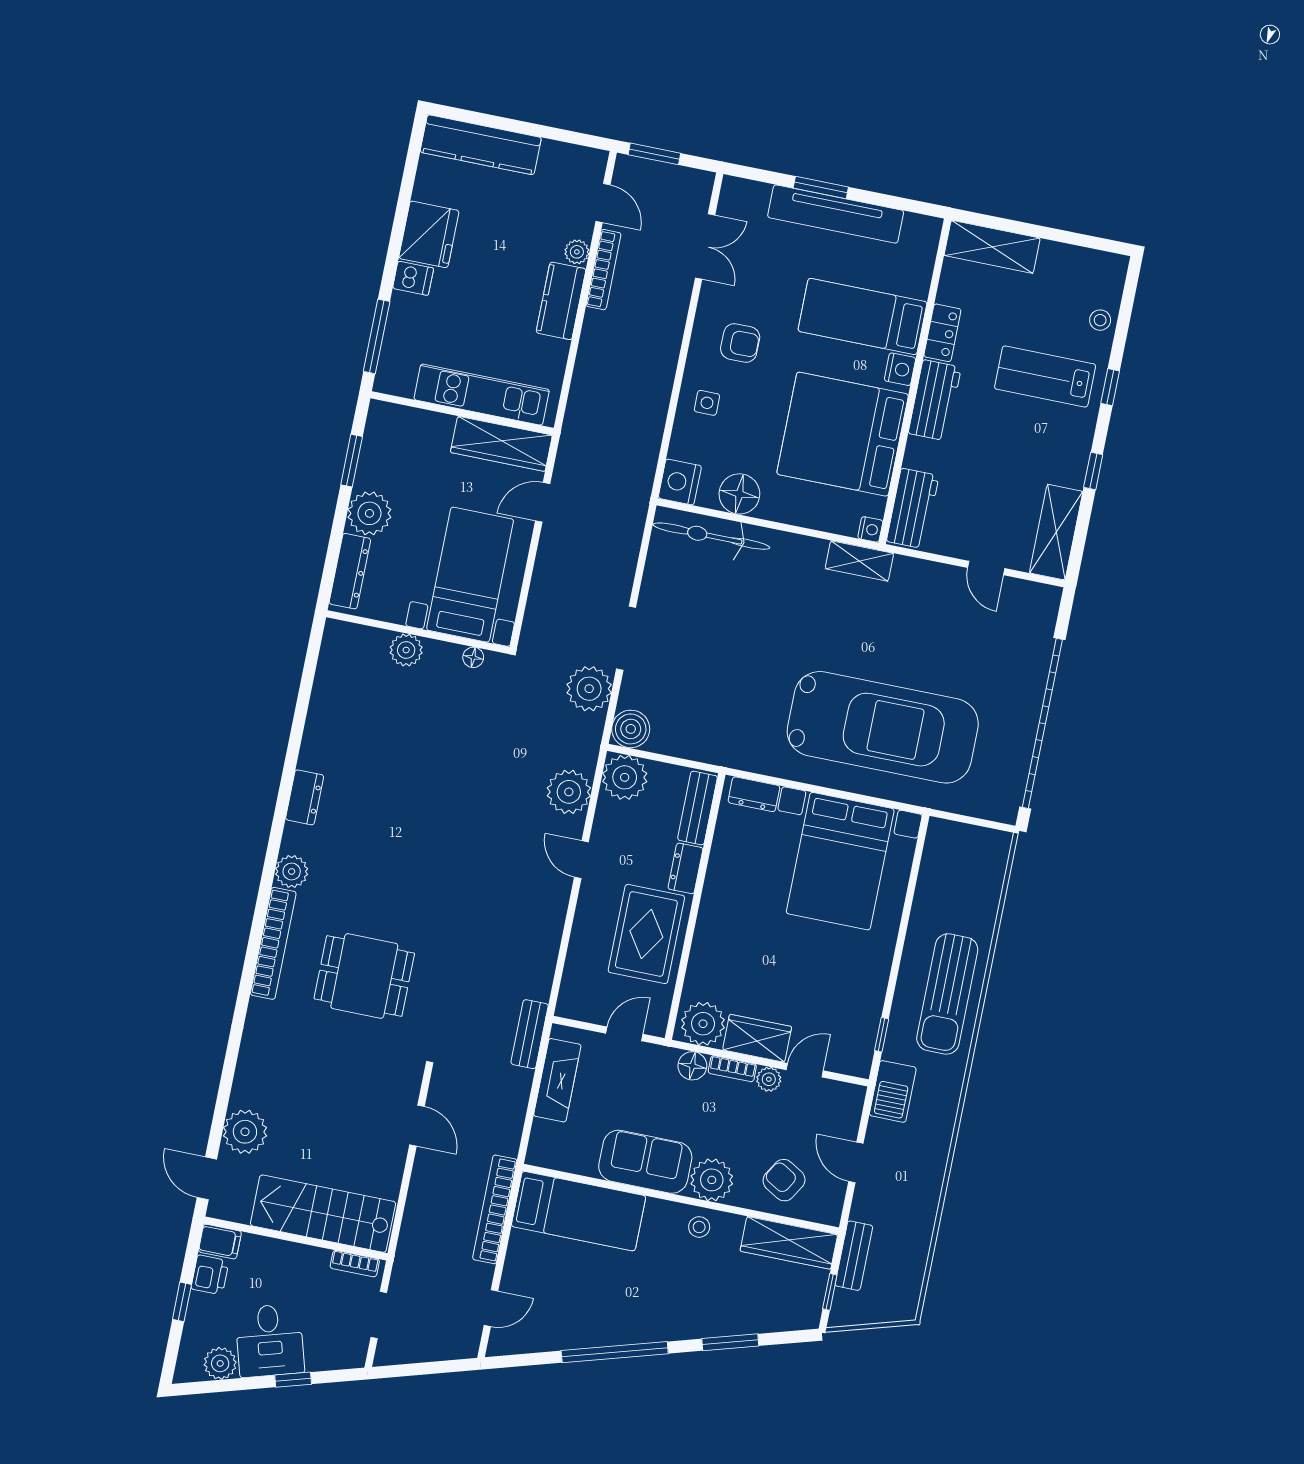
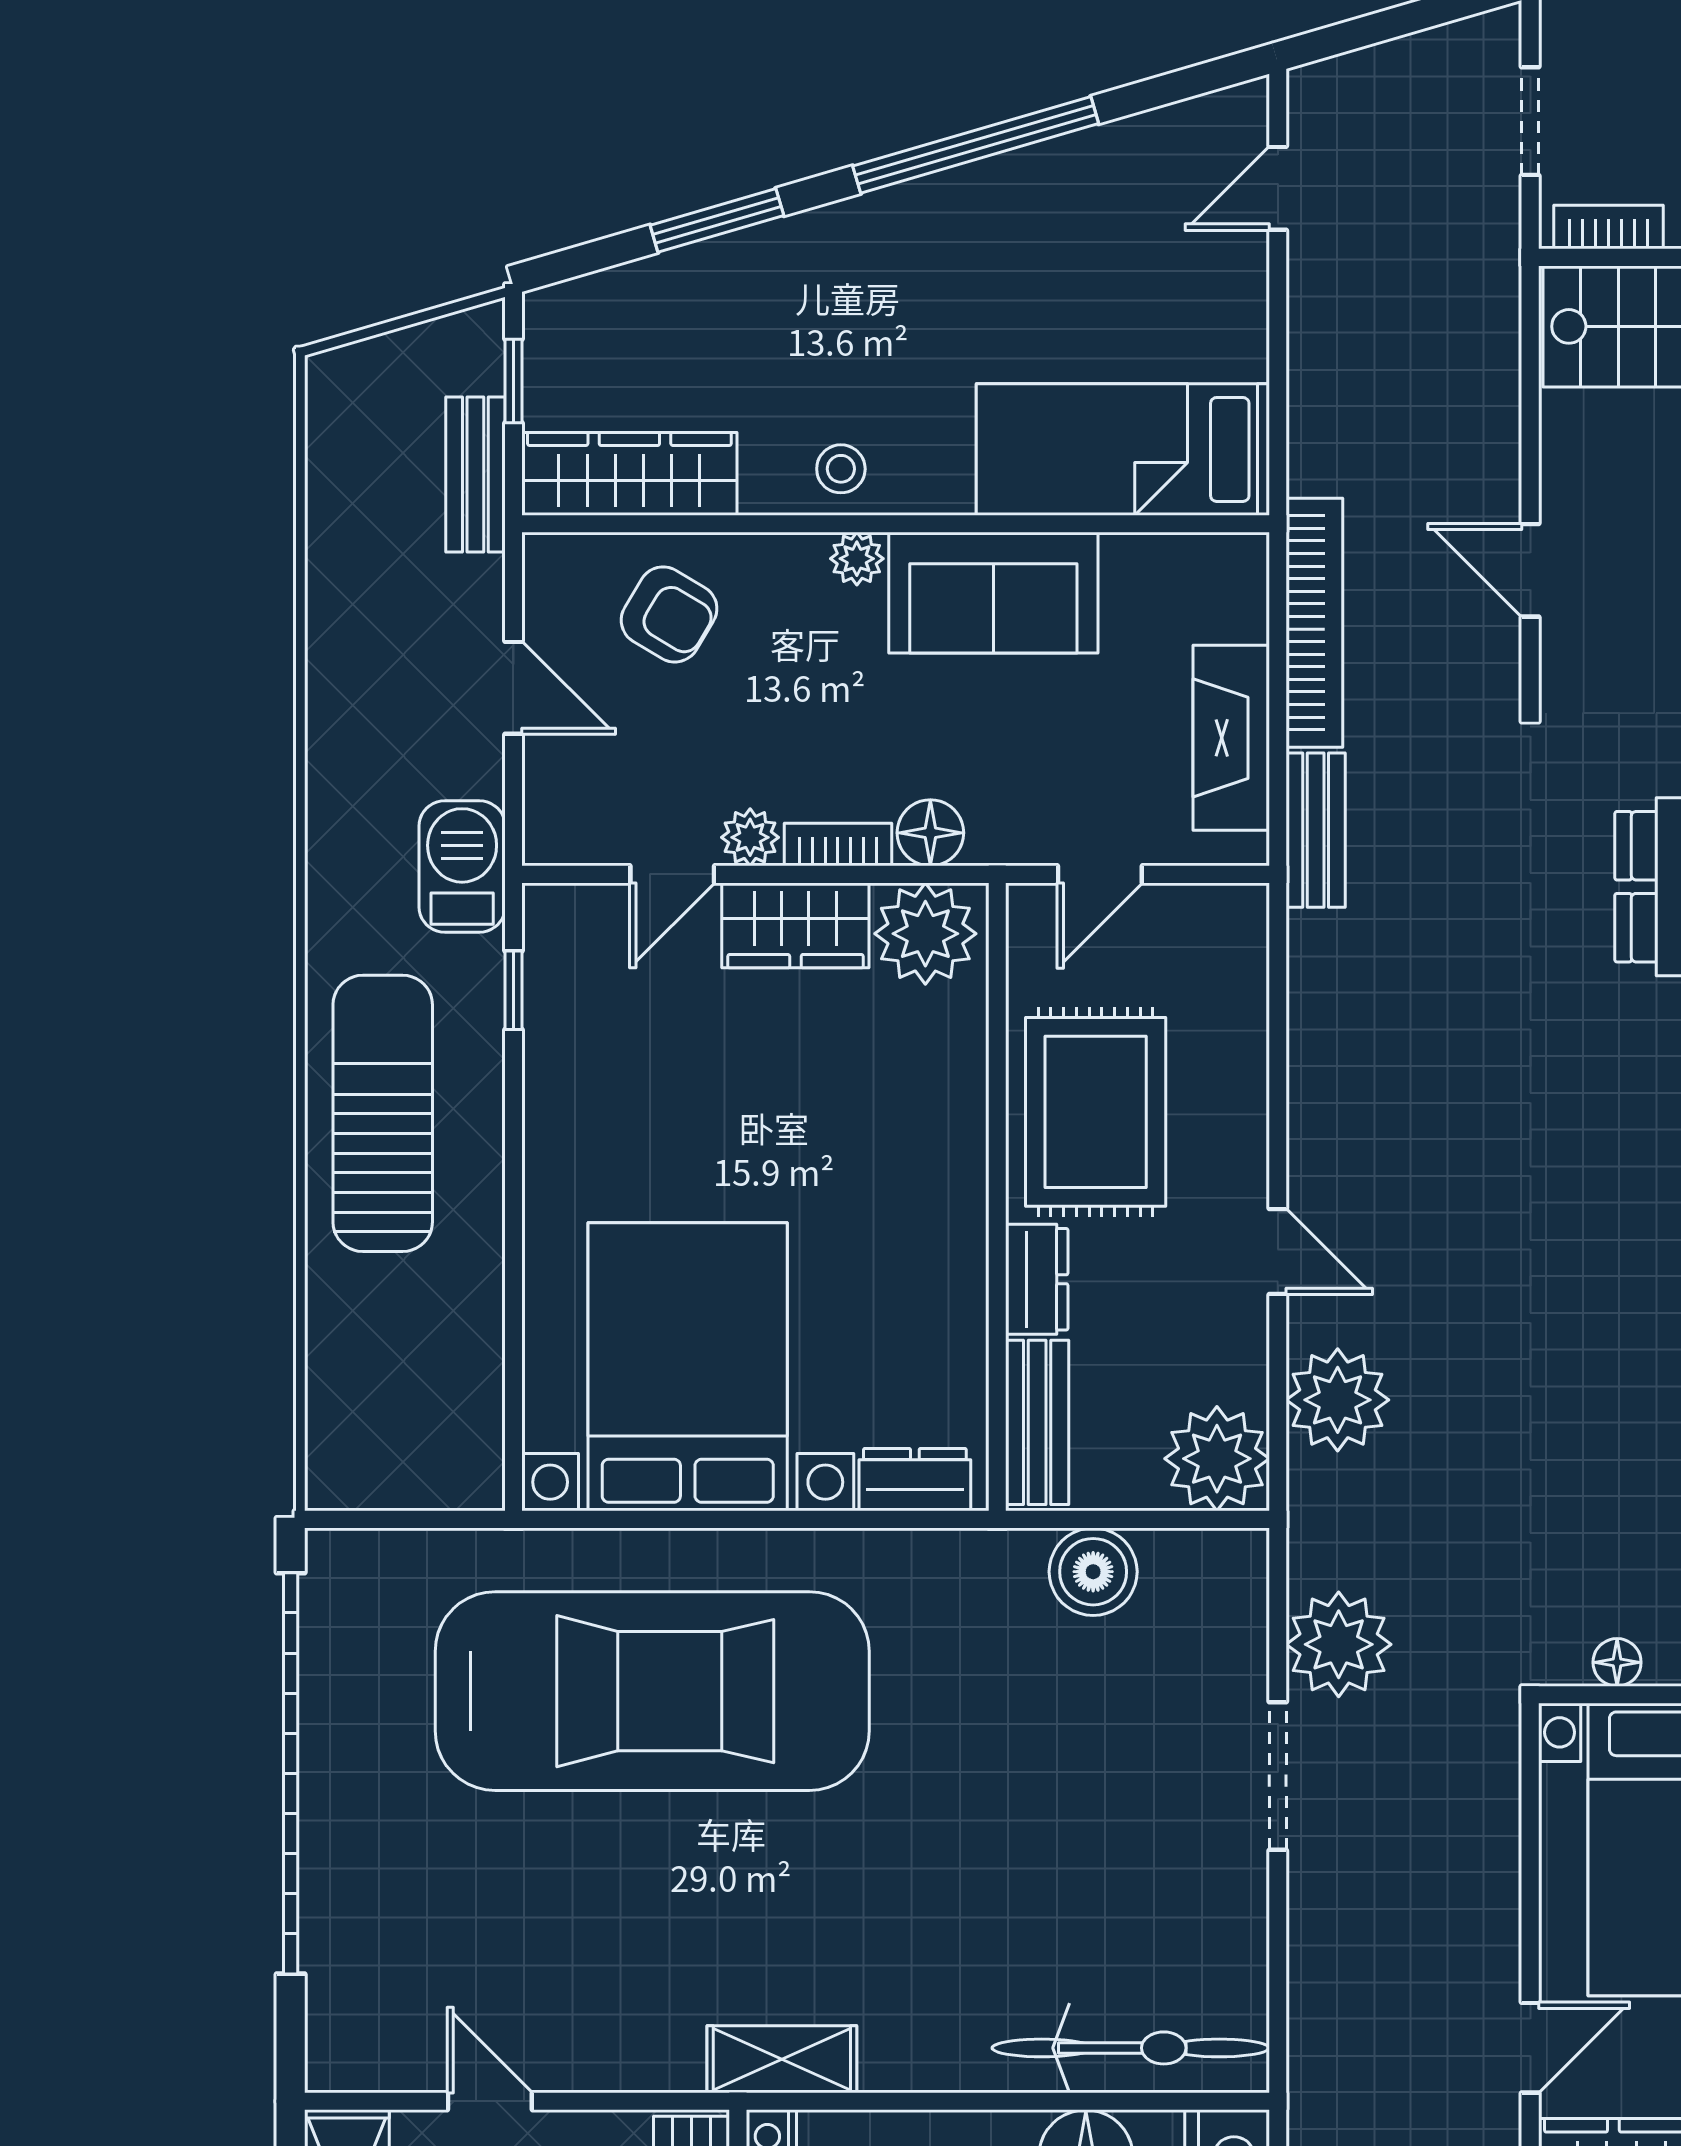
car: (883, 727) -> (652, 1691), turned 180
boiler: (631, 729) -> (1093, 1572), moved
plant: (712, 1180) -> (857, 559), width x0.53, depth x0.53
bookcase: (495, 1209) -> (1314, 623), moved

